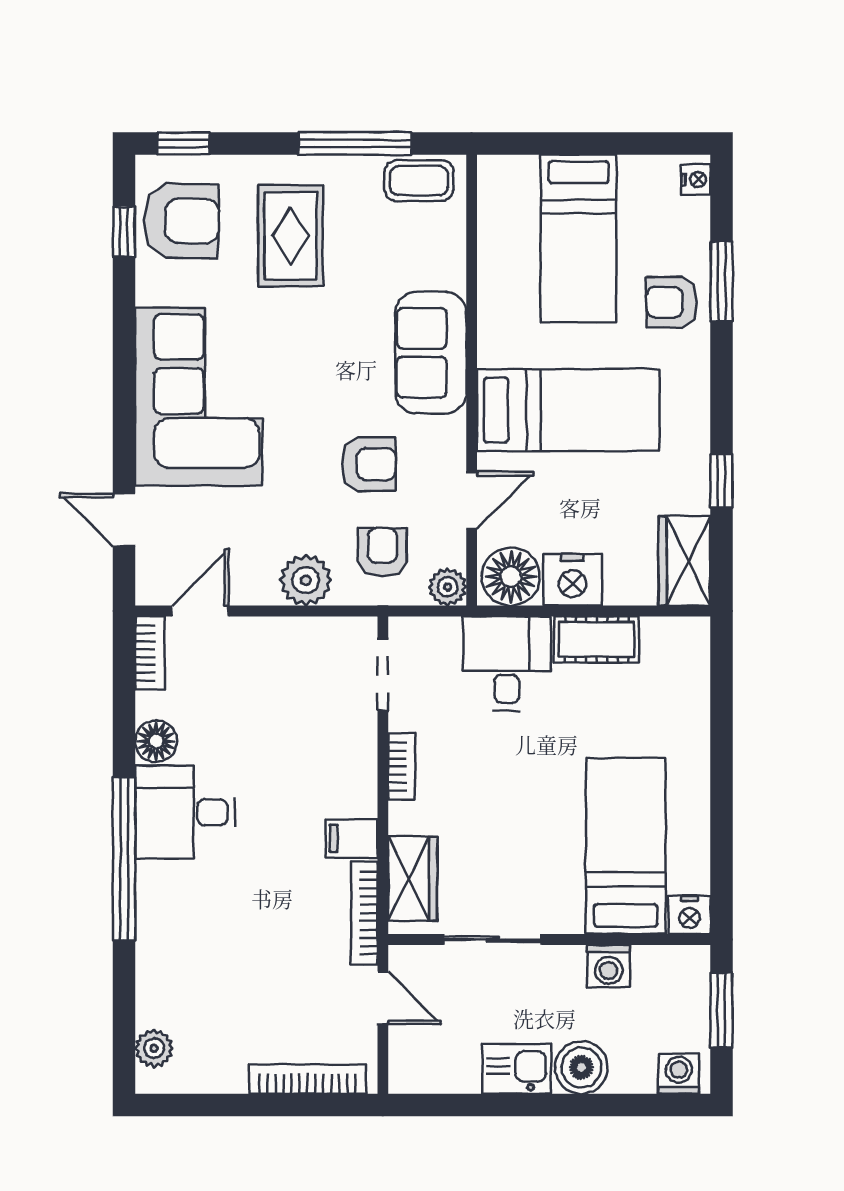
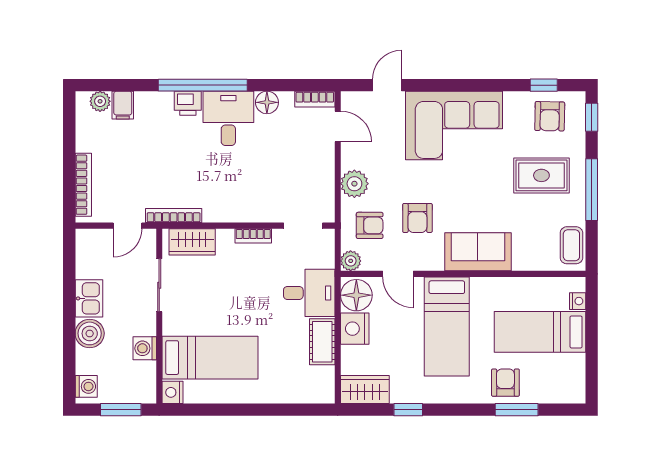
window: (355, 144) -> (592, 190), moved
nightstand: (696, 180) -> (578, 301), moved, turned -90
armchair: (181, 221) -> (550, 116), width x0.72, depth x0.72
filing cabinet: (352, 838) -> (123, 105), moved, turned 180
printer: (158, 887) -> (188, 103), added

